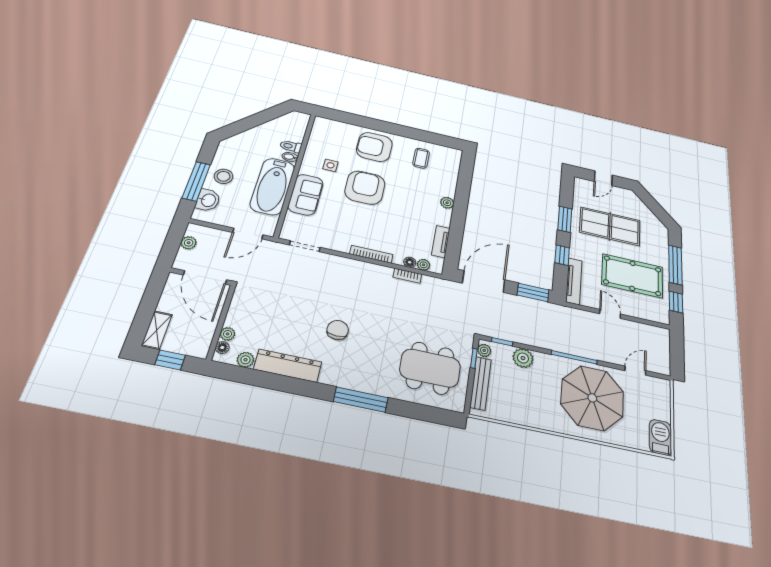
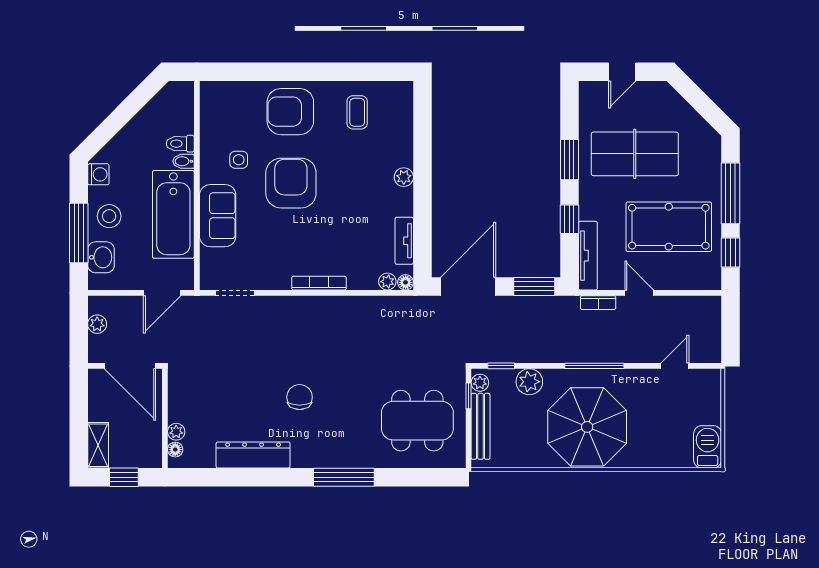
washing machine: (225, 150) -> (98, 174), added
floor lamp: (410, 262) -> (406, 282), moved
bookcase: (407, 276) -> (598, 303), moved
plant: (245, 360) -> (205, 458), removed
parasol: (592, 398) -> (587, 427), moved

